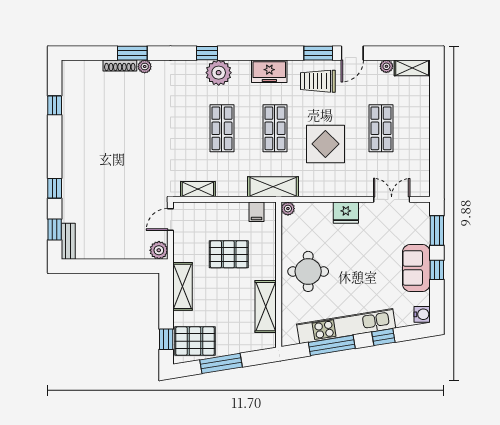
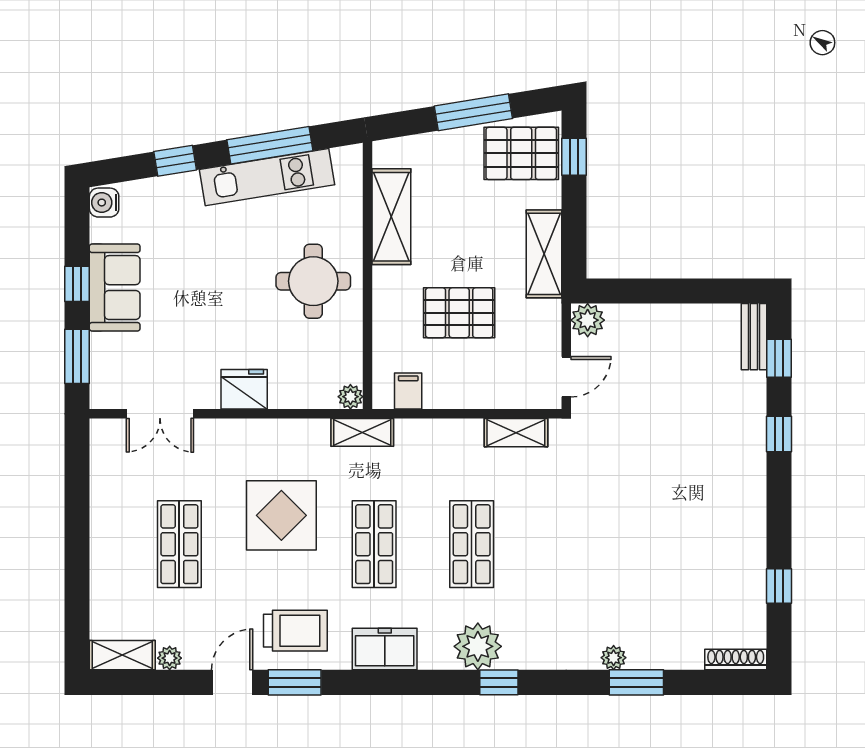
shoe rack: (120, 66) -> (736, 659), moved
shelving: (273, 187) -> (362, 432), width x0.67, depth x0.75
kitchen unit: (346, 326) -> (267, 177), width x0.73

